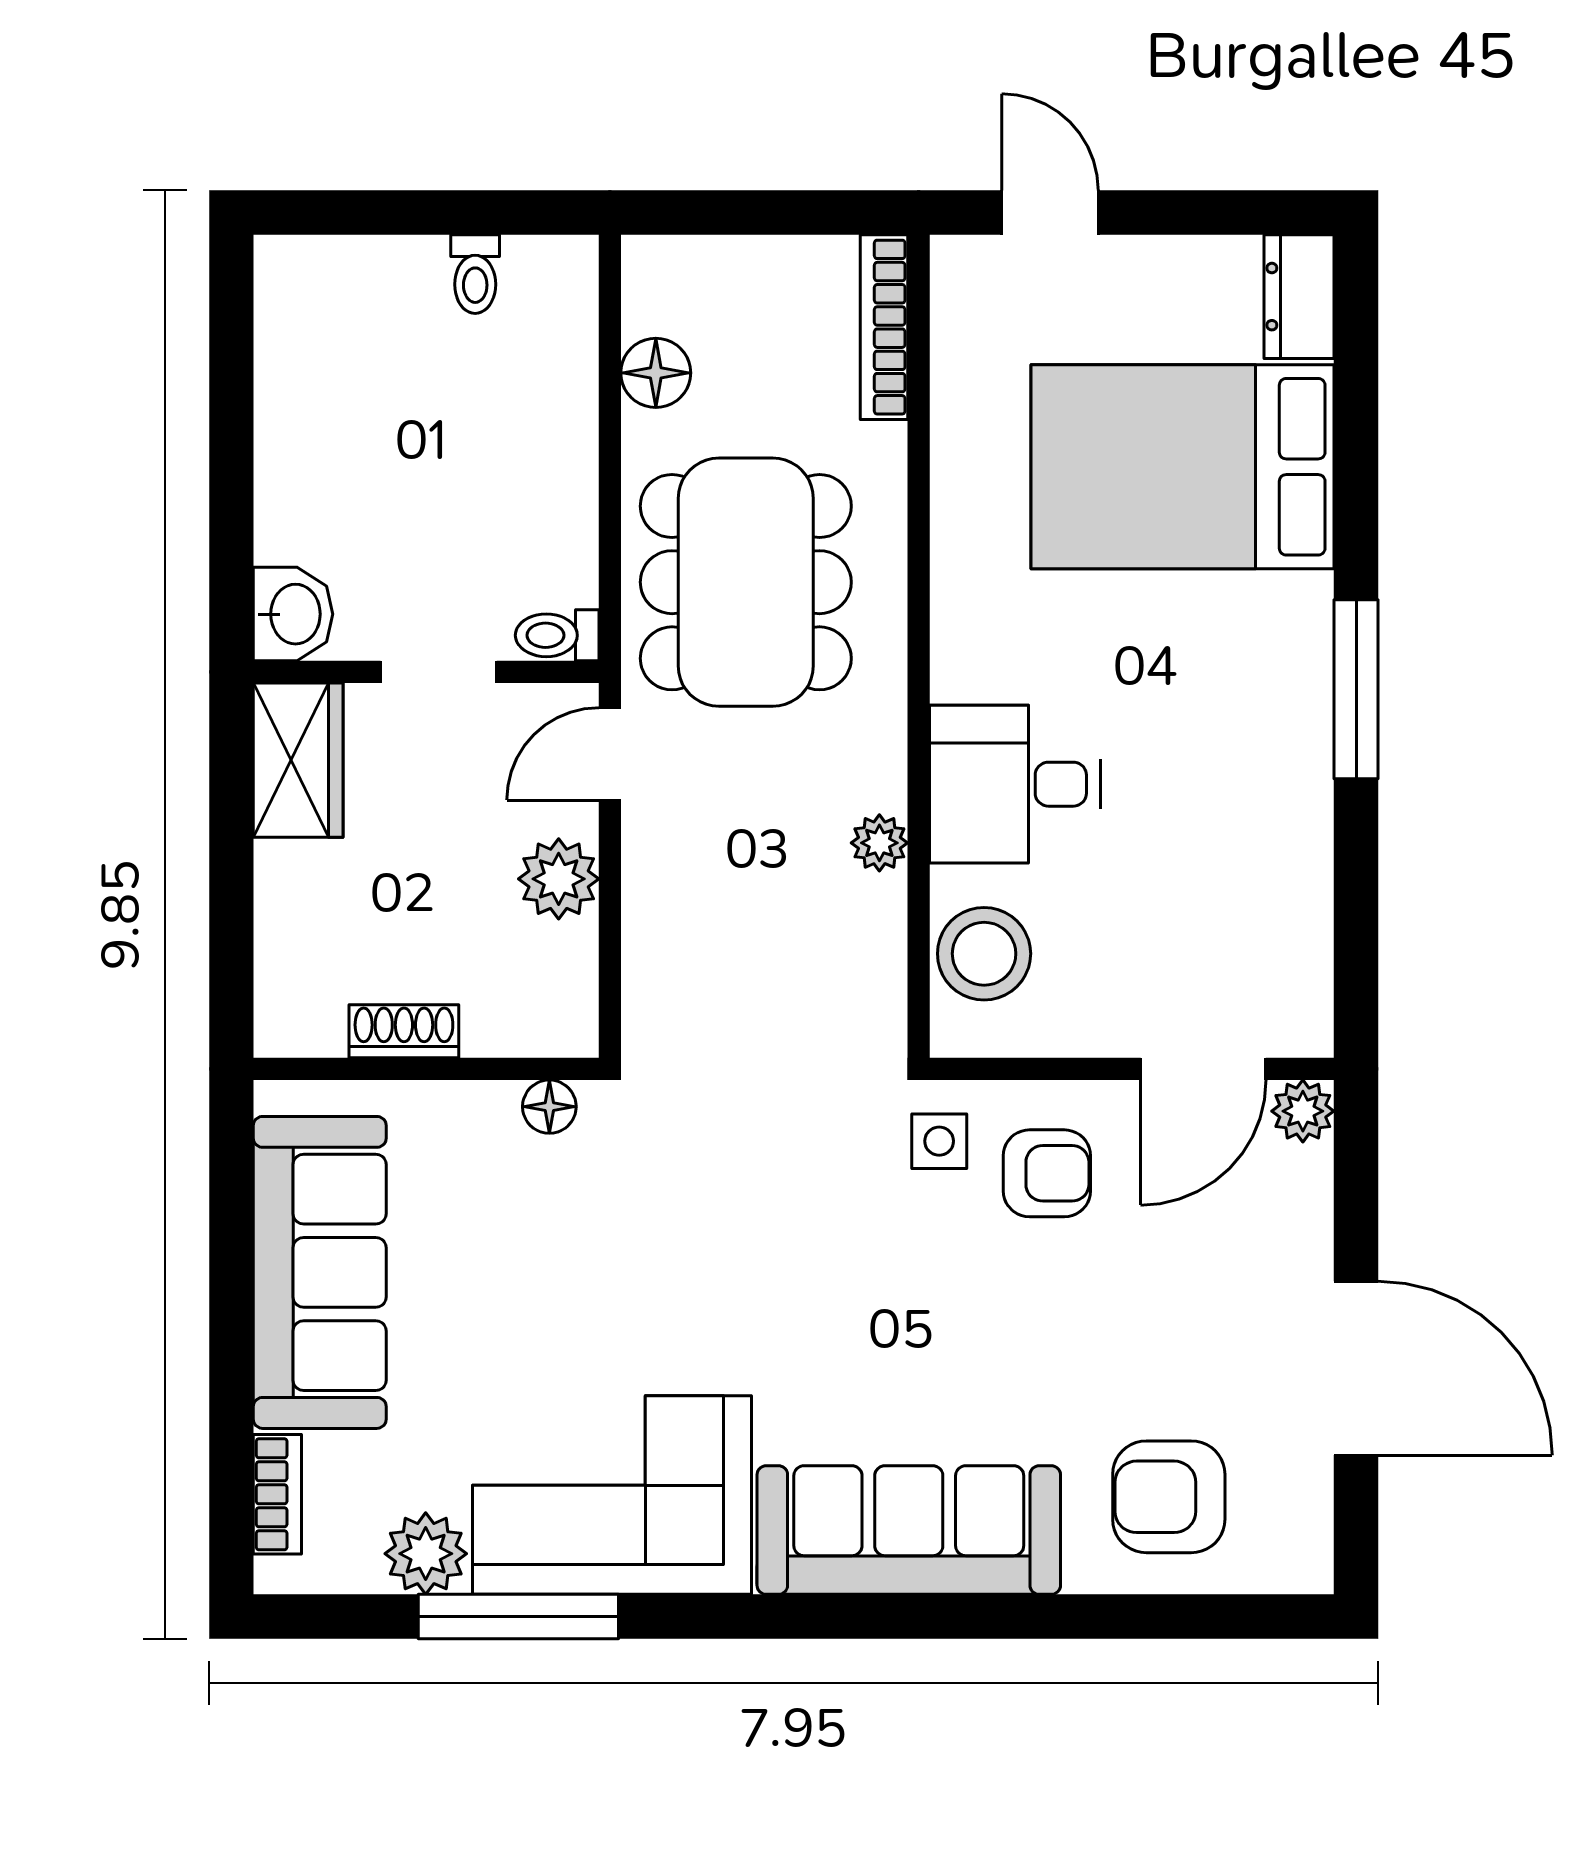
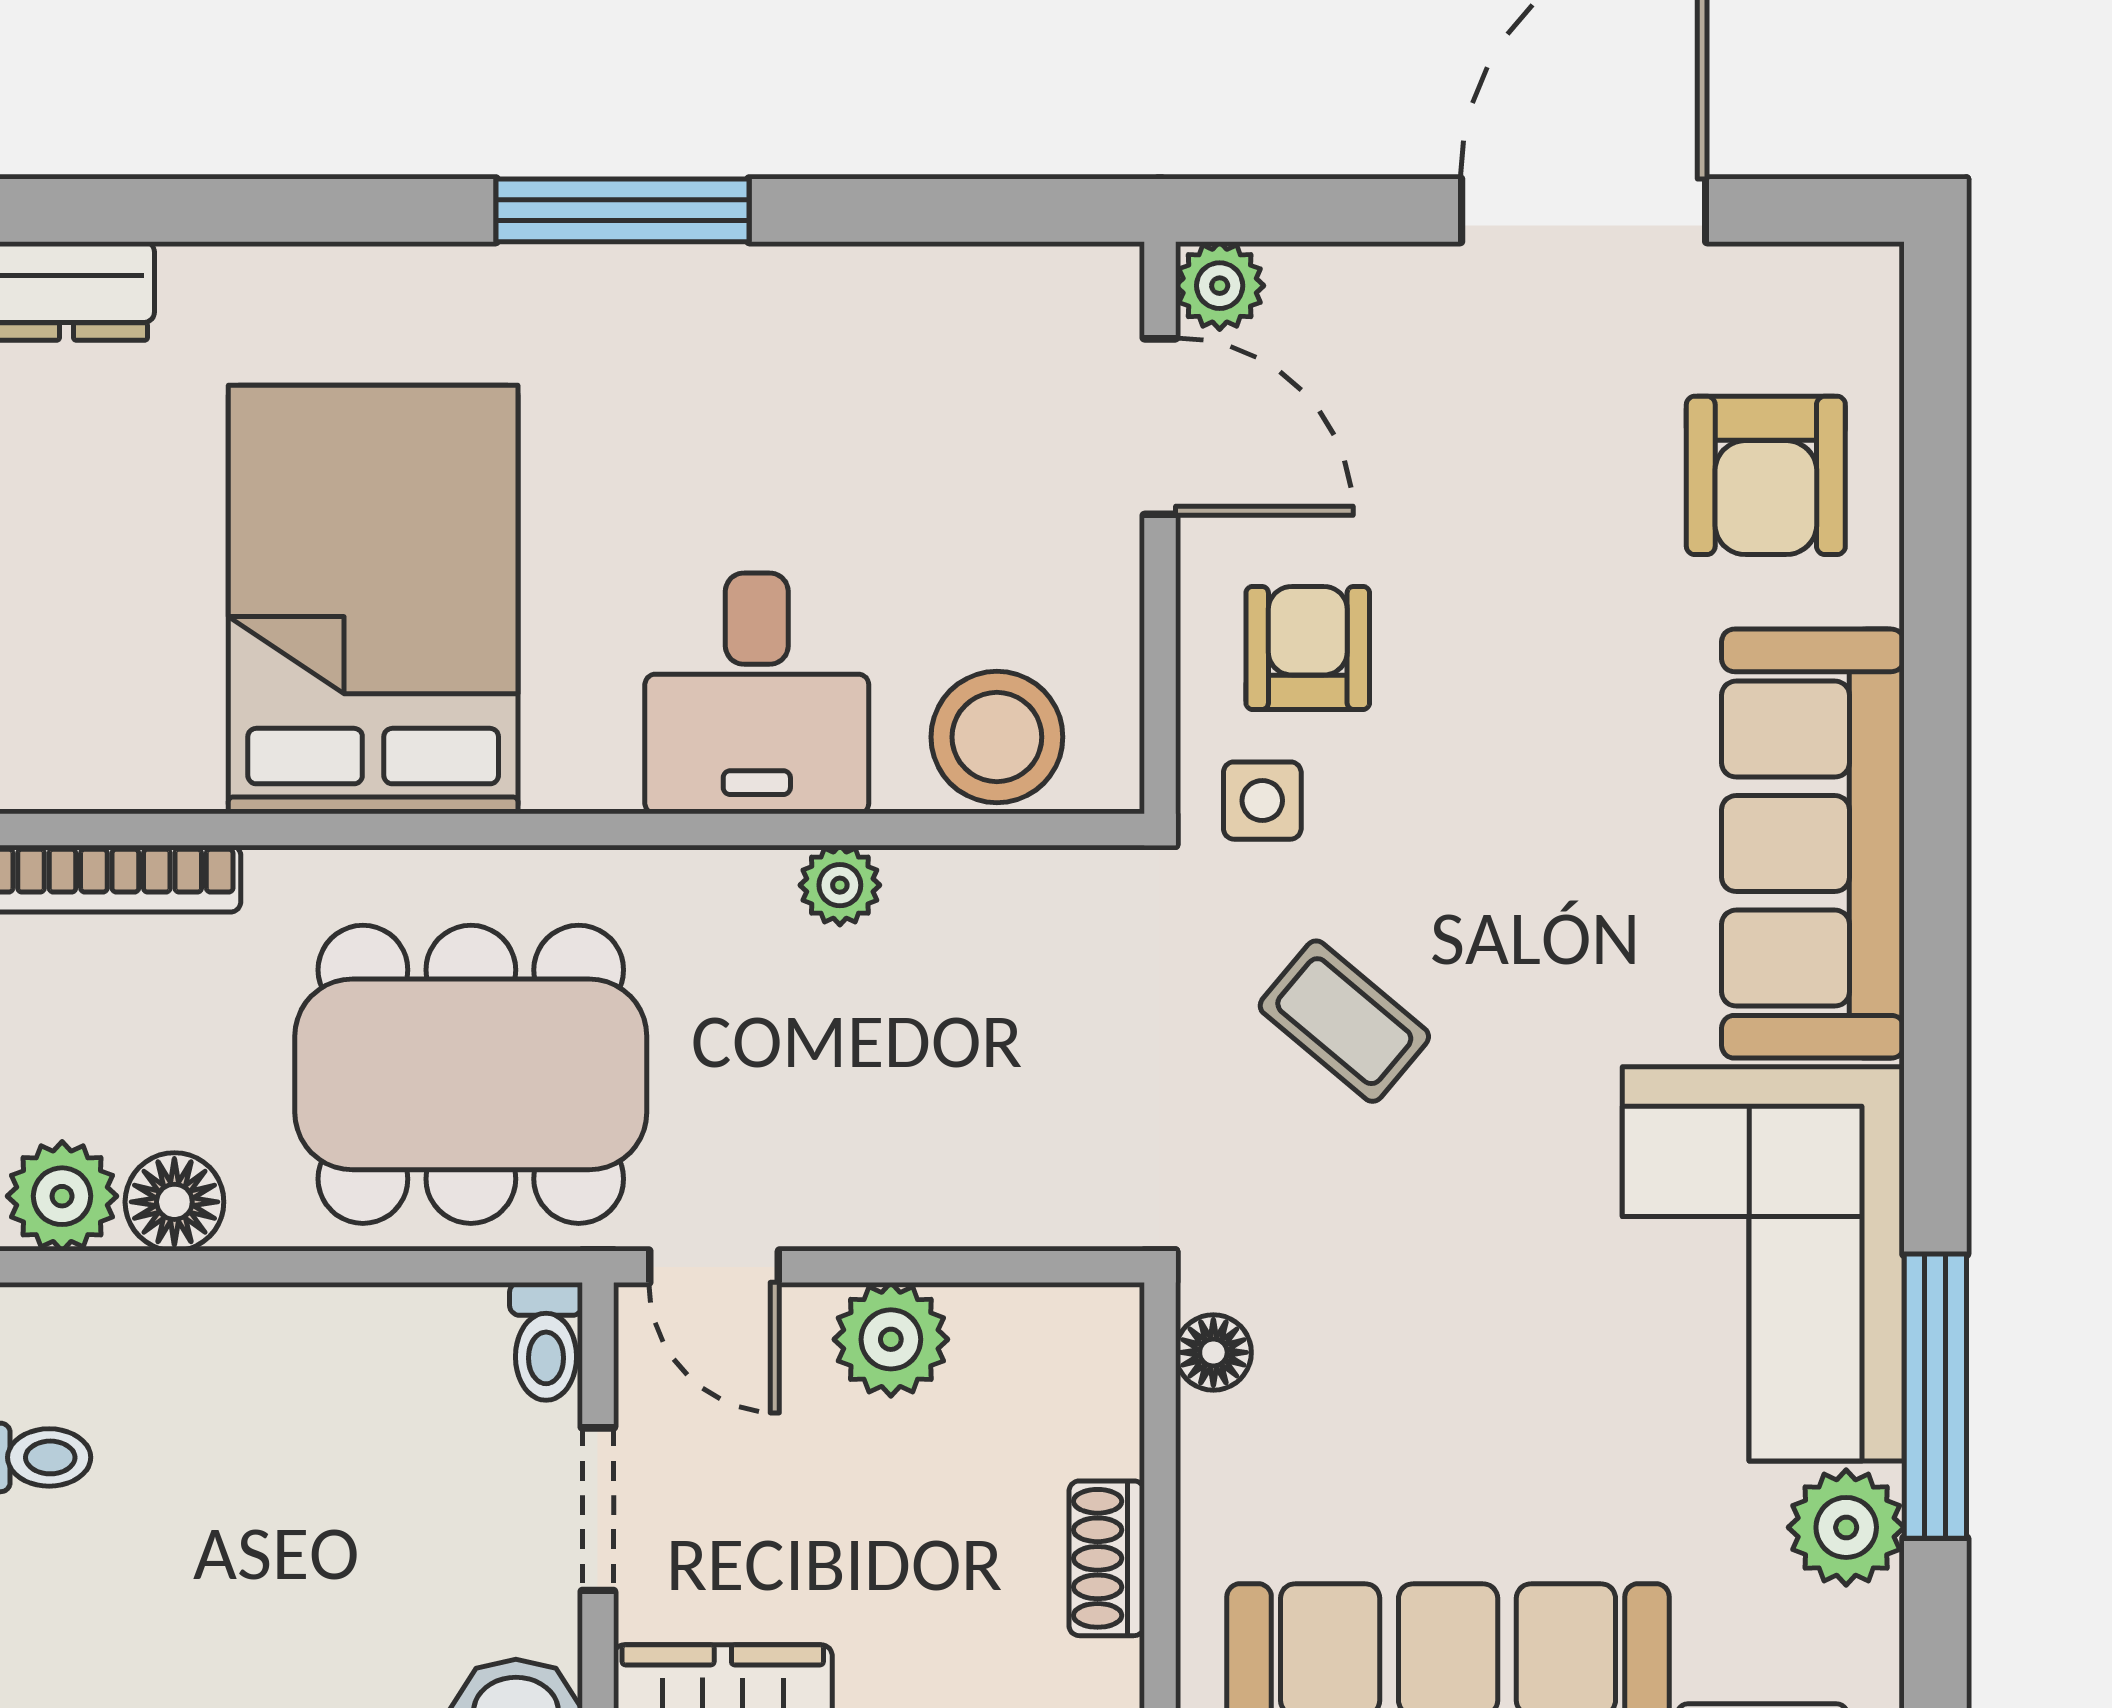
plant: (660, 293) -> (62, 1196), added
bed: (1183, 467) -> (373, 600), moved, turned 180
coffee table: (783, 1199) -> (1344, 1021), added

